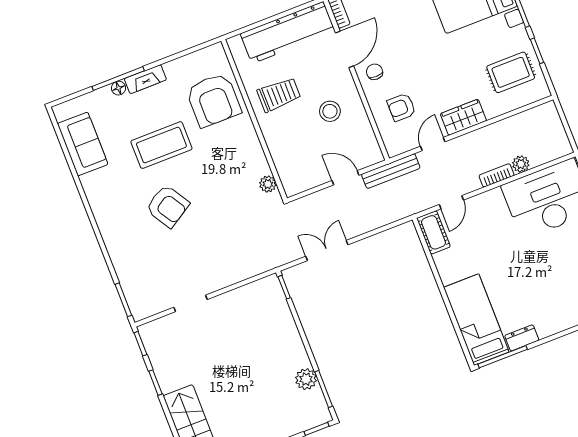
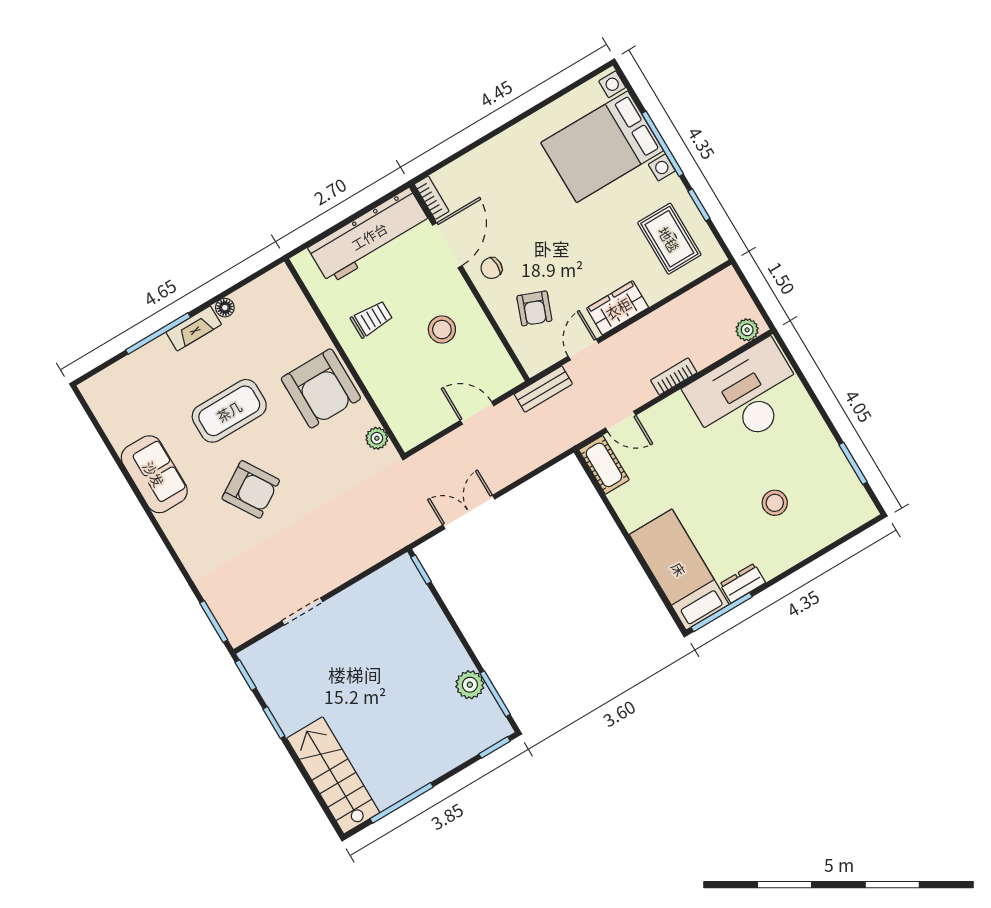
chair: (375, 72) -> (491, 268), turned -90
rug: (511, 72) -> (669, 239), turned 90
floor lamp: (119, 88) -> (225, 308), moved
trolley: (279, 95) -> (372, 319), width x0.73, depth x0.72
armchair: (213, 100) -> (321, 388), moved
armchair: (401, 107) -> (534, 308), turned -69
sofa: (83, 144) -> (154, 474), moved
plant: (521, 164) -> (747, 330), moved
bench: (391, 171) -> (543, 389), width x0.73
door: (451, 202) -> (621, 421), hinge flipped
stool: (556, 282) -> (775, 503), added

